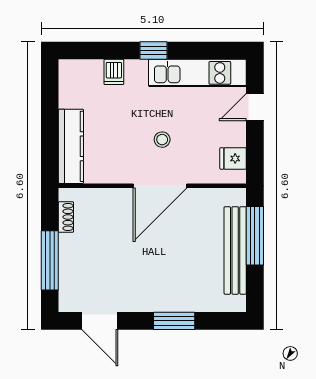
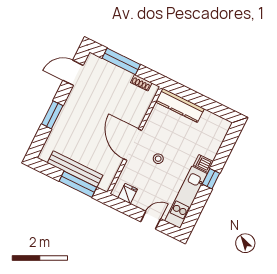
dishwasher: (114, 72) -> (203, 163), moved
door: (255, 107) -> (151, 220), hinge flipped

